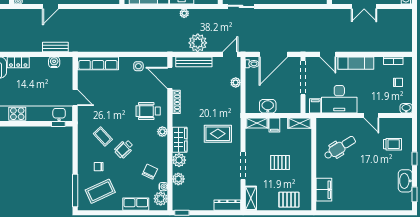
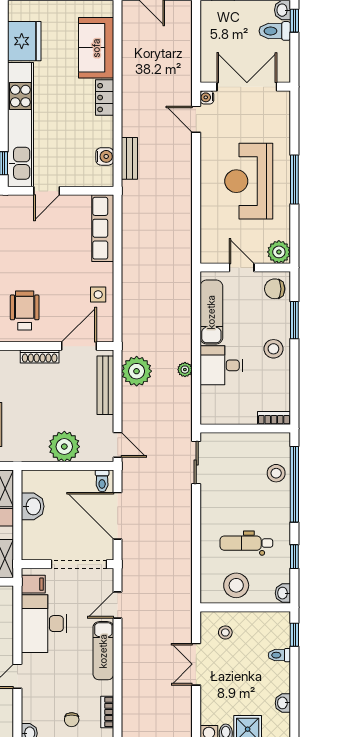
door: (50, 6) -> (196, 119), moved
plant: (198, 43) -> (137, 371), moved
plant: (236, 83) -> (64, 447), width x1.87, depth x1.87

